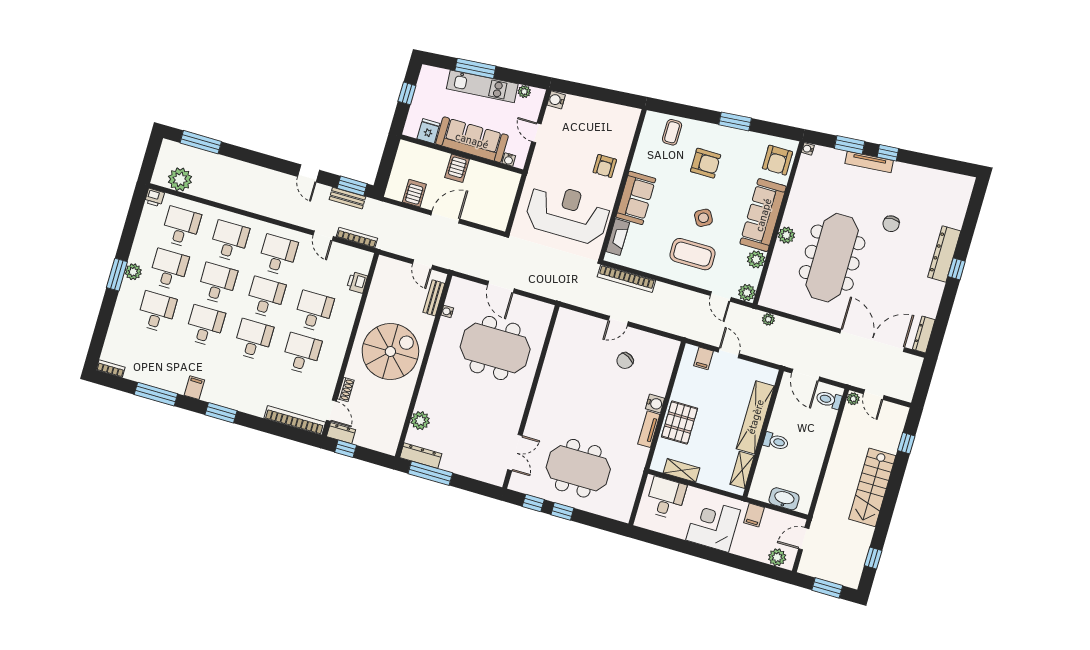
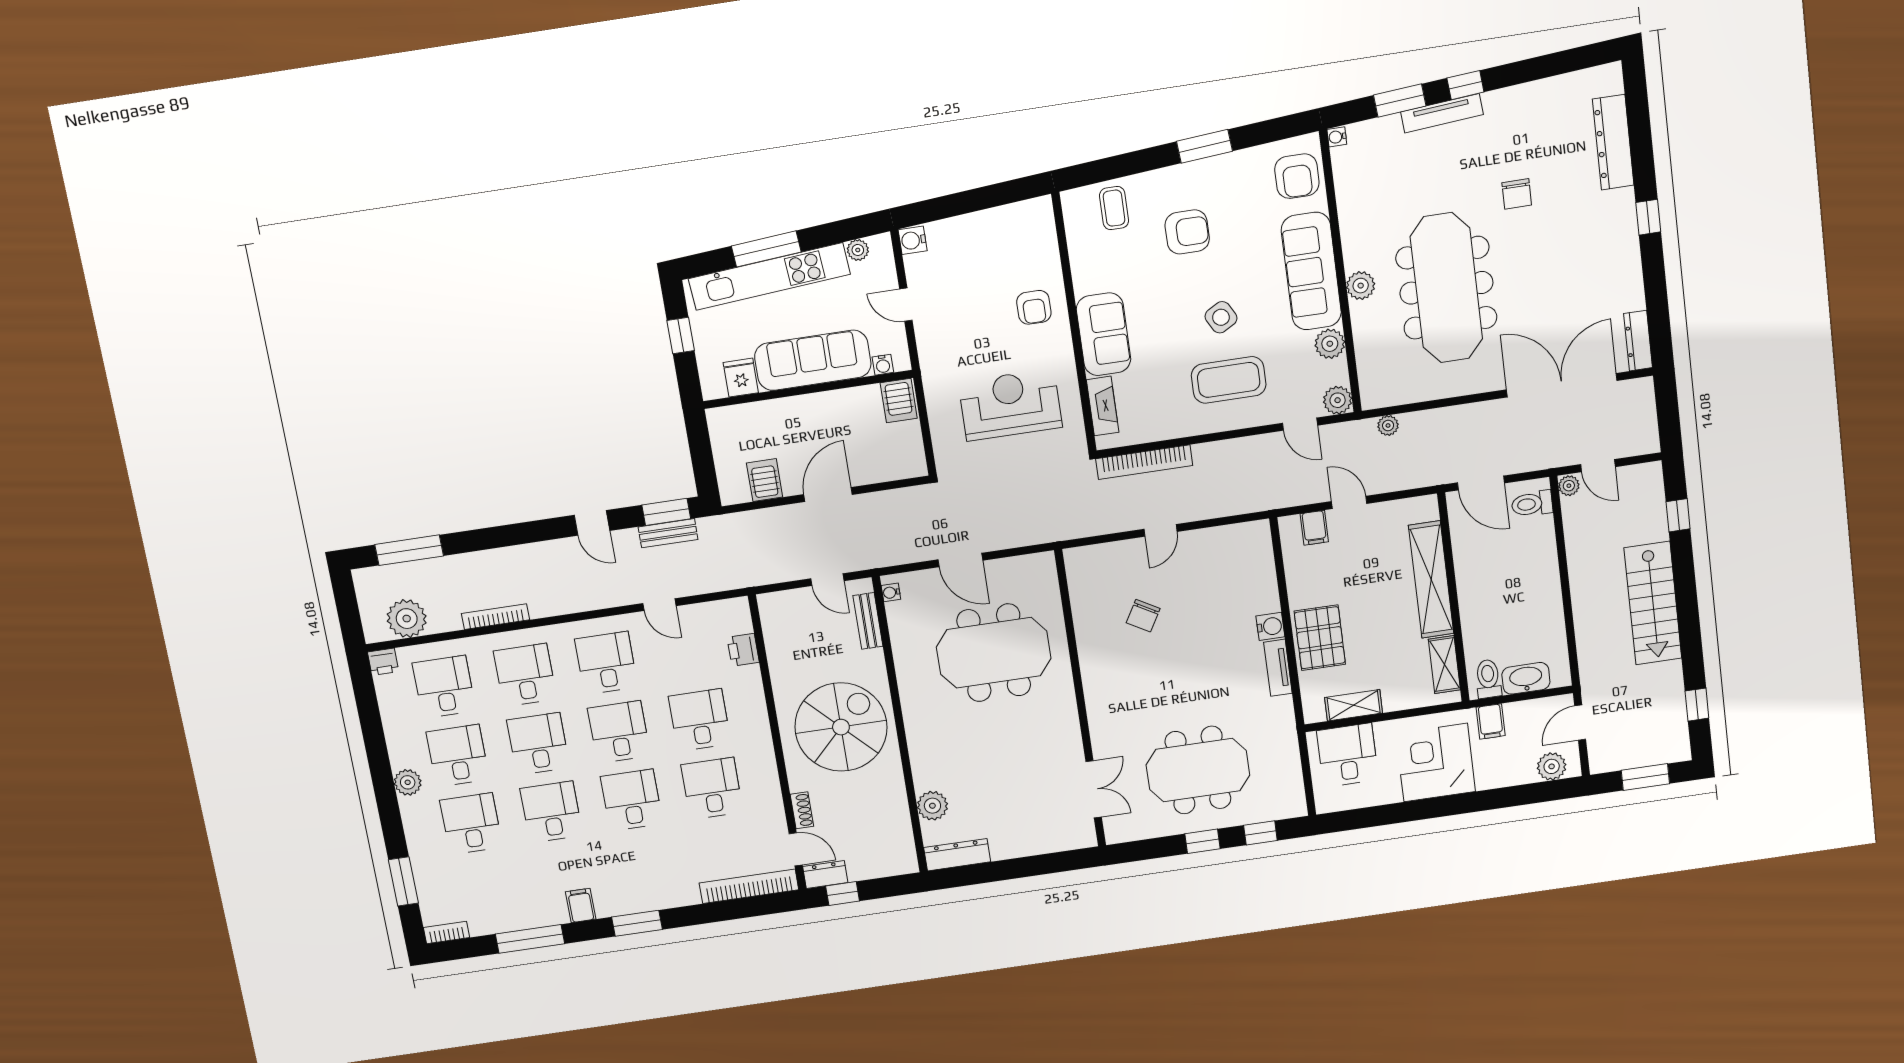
kitchen unit: (482, 86) -> (769, 276), width x1.36
server rack: (457, 168) -> (899, 400), moved
reception desk: (568, 213) -> (1010, 405), width x0.74, depth x0.77
bookcase: (357, 238) -> (496, 617), moved
dresser: (944, 254) -> (1613, 142), moved
window: (117, 275) -> (403, 881), moved
water cooler: (447, 312) -> (891, 592), moved
chair: (625, 361) -> (1143, 616), moved
toilet: (776, 441) -> (1488, 679), moved, turned -90
window: (430, 473) -> (983, 873), removed
window: (533, 503) -> (1260, 833), moved

